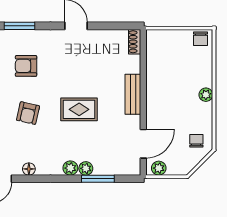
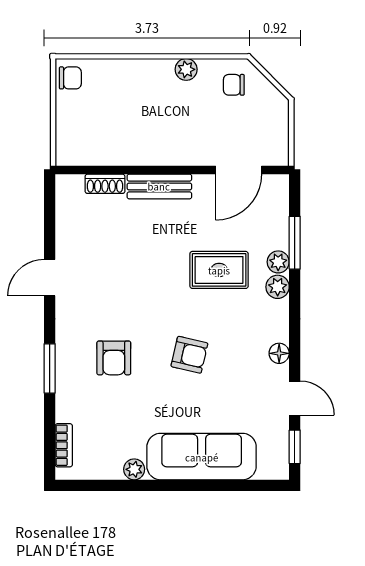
shoe rack: (135, 42) -> (105, 184), moved
plant: (206, 95) -> (186, 69), moved
rug: (79, 109) -> (219, 270), moved, turned 90
door: (143, 144) -> (239, 170), swing flipped
plant: (159, 168) -> (278, 145), removed

